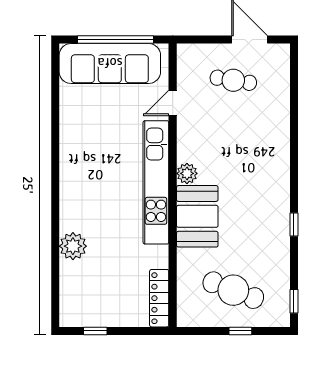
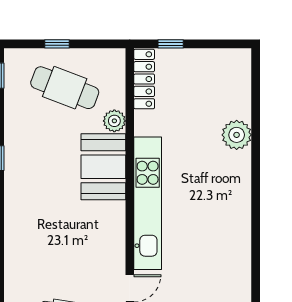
plant: (187, 173) -> (114, 121), moved
window: (95, 331) -> (171, 44), moved

